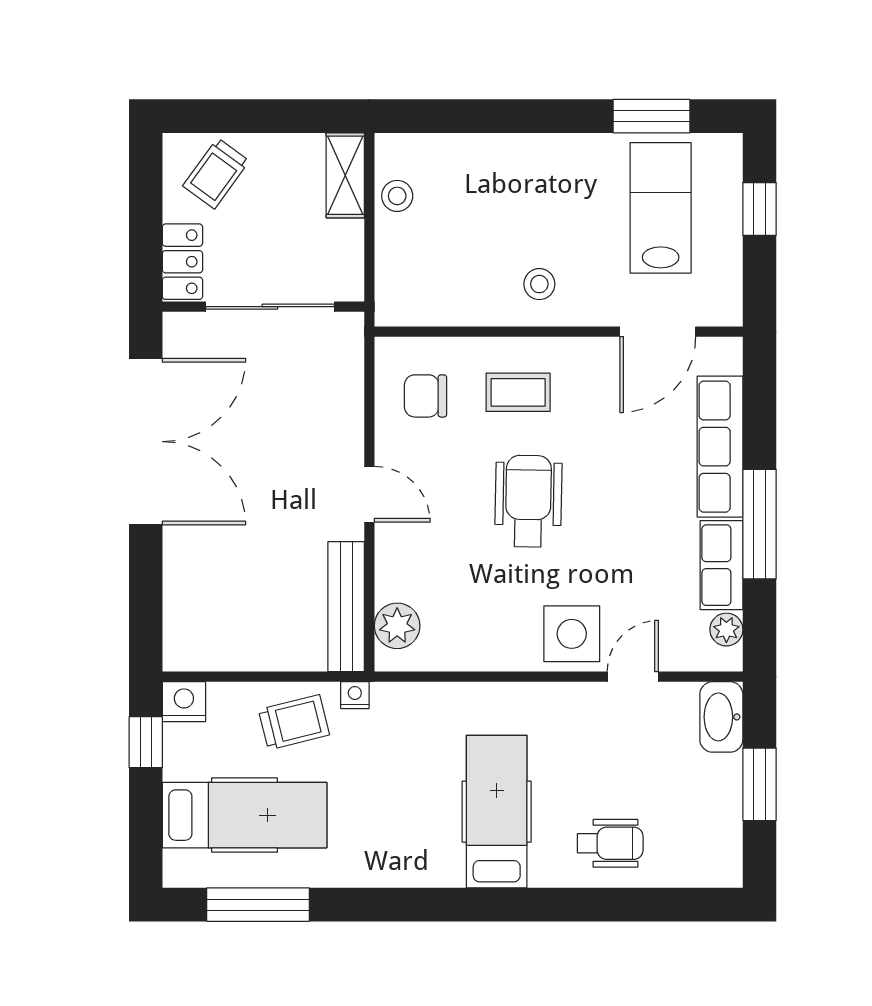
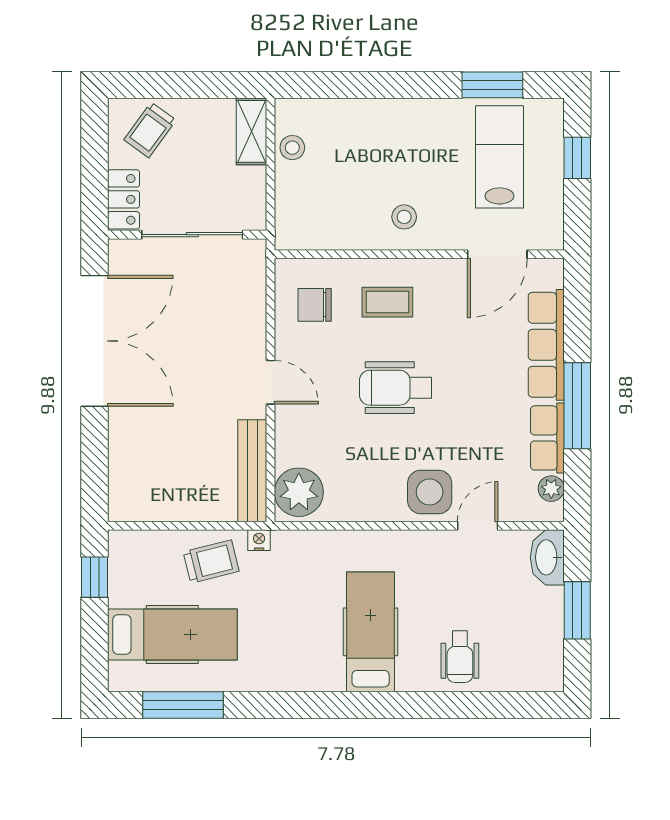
wheelchair: (528, 501) -> (396, 388), turned -91
plant: (397, 626) -> (299, 492), width x1.36, depth x1.36
nightstand: (184, 702) -> (125, 545), removed
wheelchair: (610, 843) -> (460, 657), turned 90

